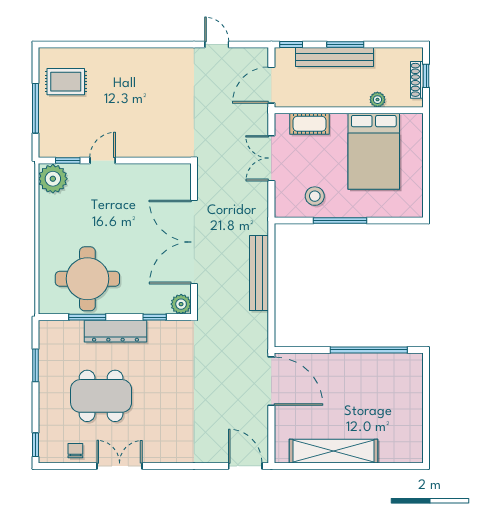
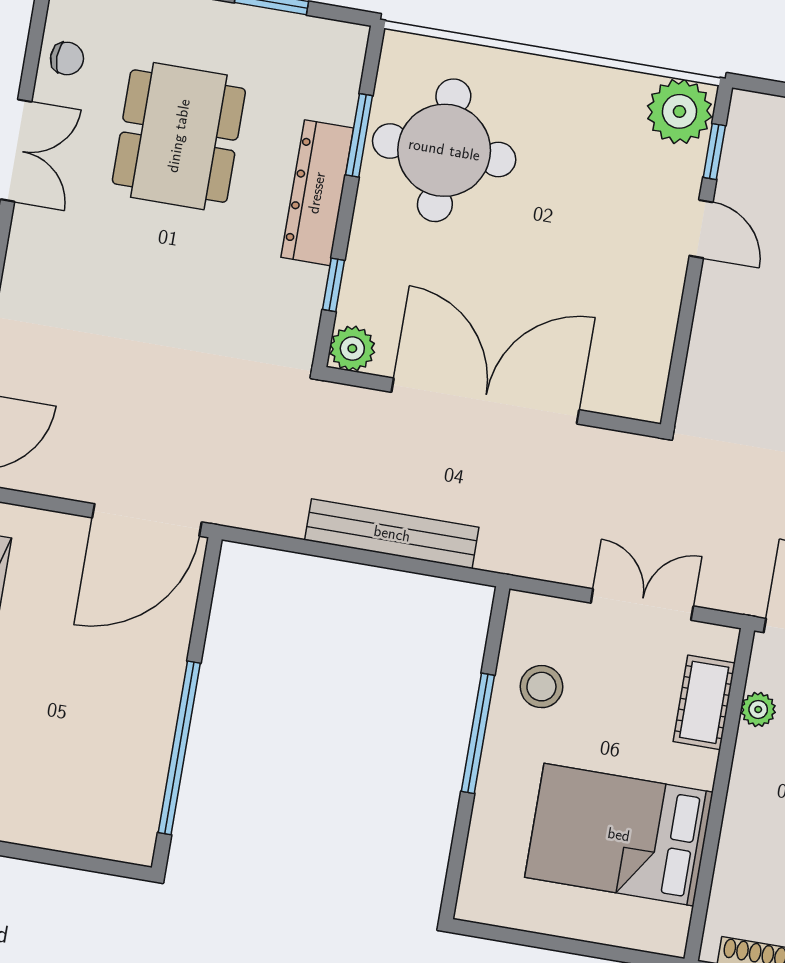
plant: (377, 100) -> (758, 709), moved

